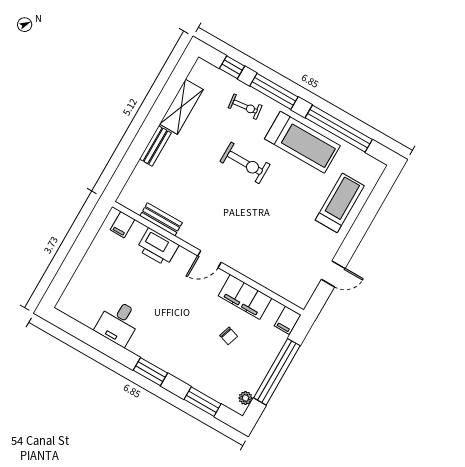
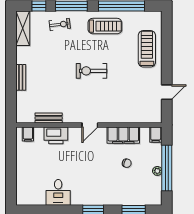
shelving: (181, 107) -> (23, 28), moved
treadmill: (302, 142) -> (105, 26), width x0.73, depth x0.73
exercise bike: (245, 163) -> (92, 71), moved, turned 180
plant: (245, 398) -> (157, 171), moved

